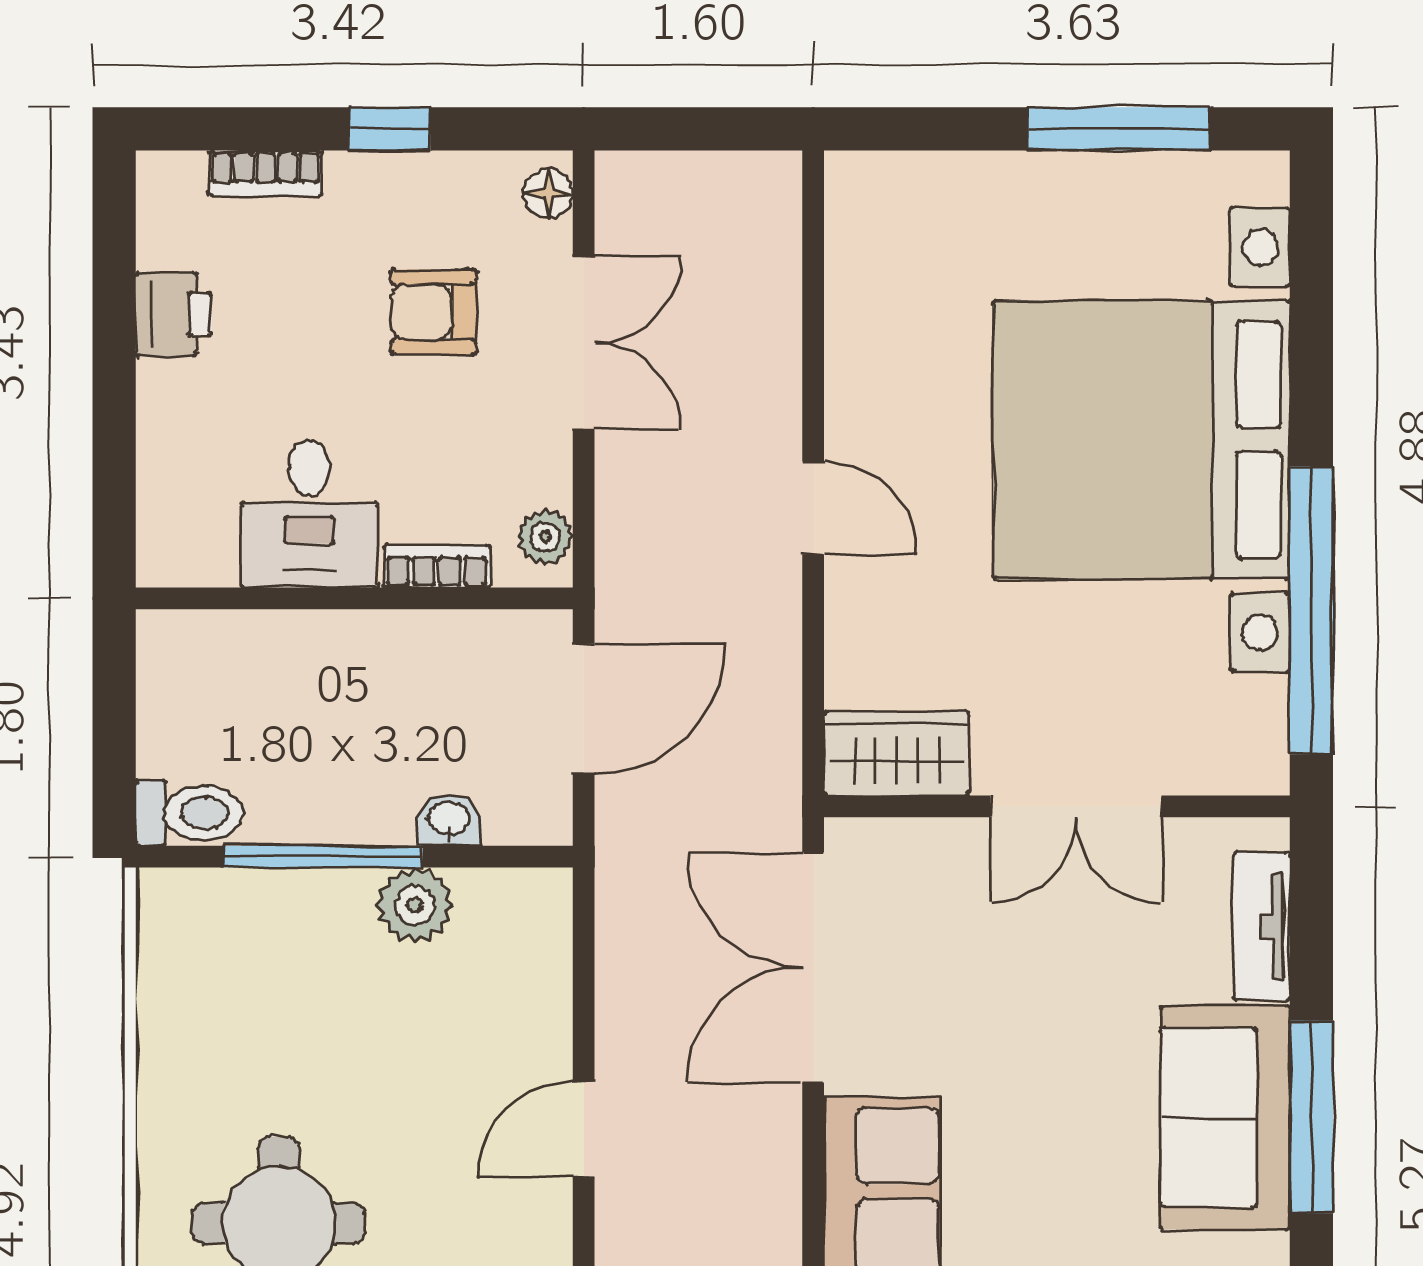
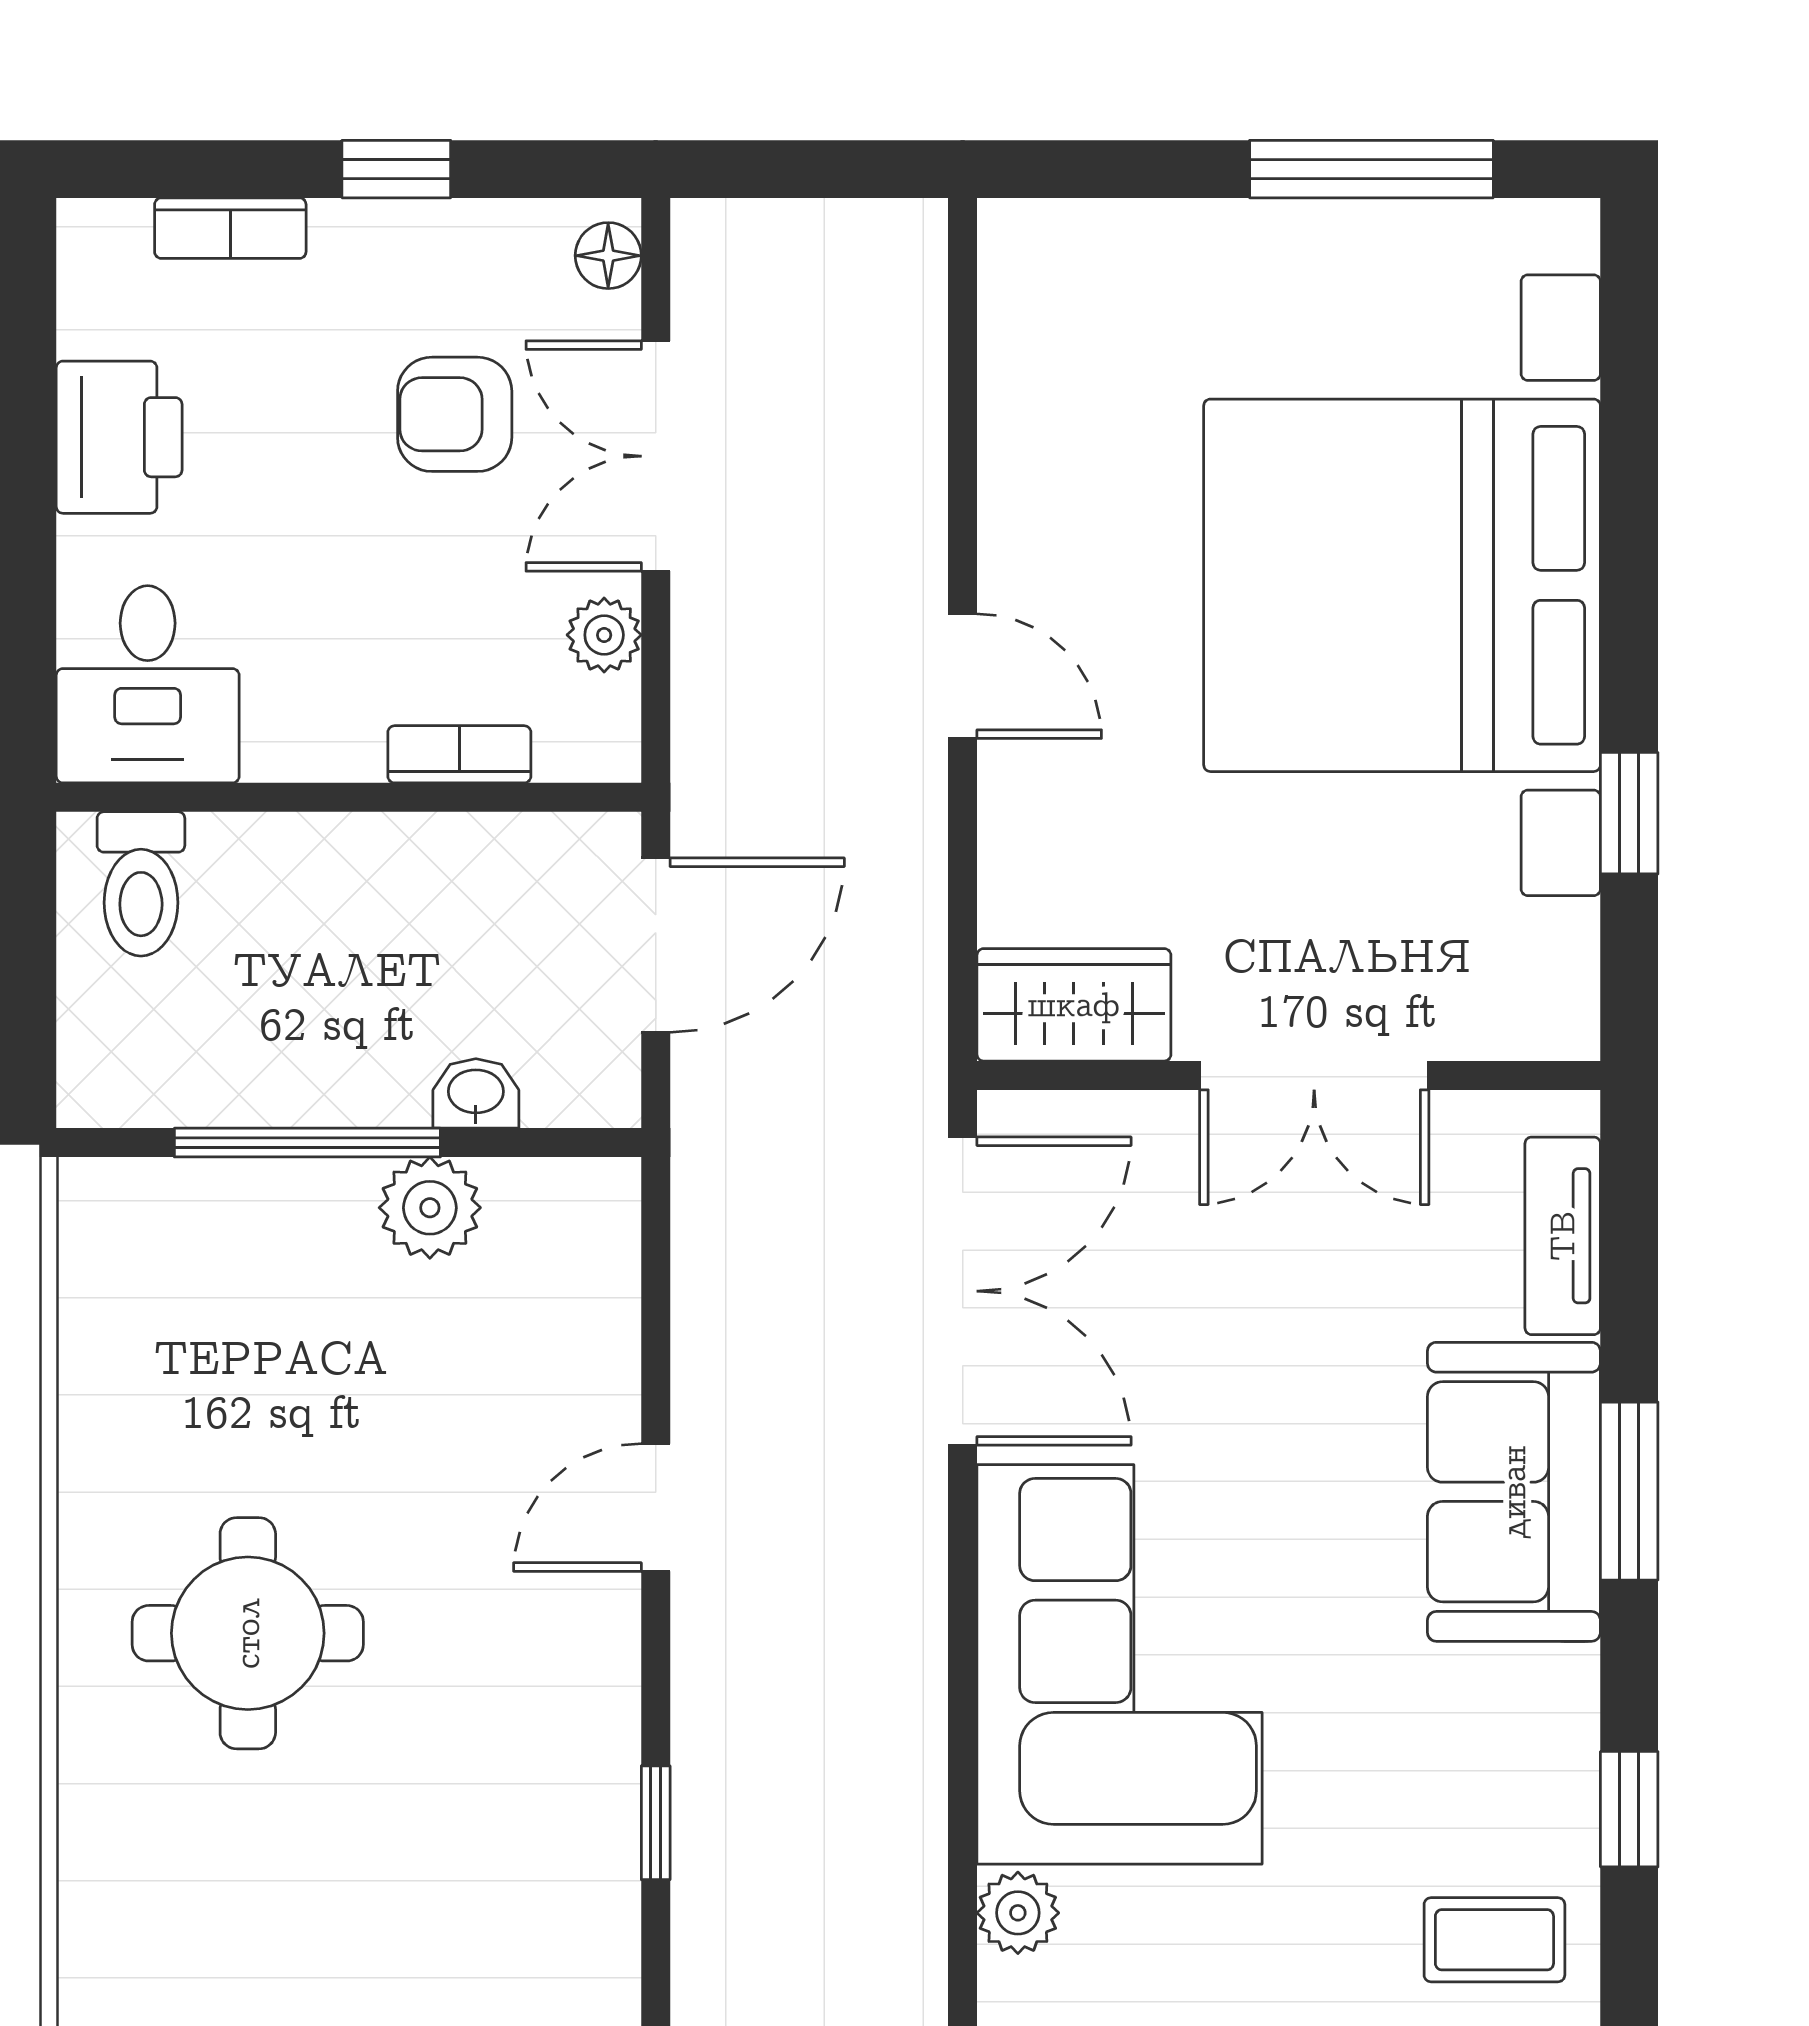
printer: (173, 314) -> (119, 437), width x1.36, depth x1.24
double door: (584, 343) -> (656, 456), swing flipped
desk: (309, 514) -> (148, 684), moved
plant: (545, 537) -> (604, 635), moved
window: (1311, 610) -> (1629, 813), width x0.32
toilet: (189, 813) -> (141, 884), moved, turned 90
double door: (813, 967) -> (963, 1291), swing flipped
window: (1311, 1117) -> (1629, 1491), width x0.69

